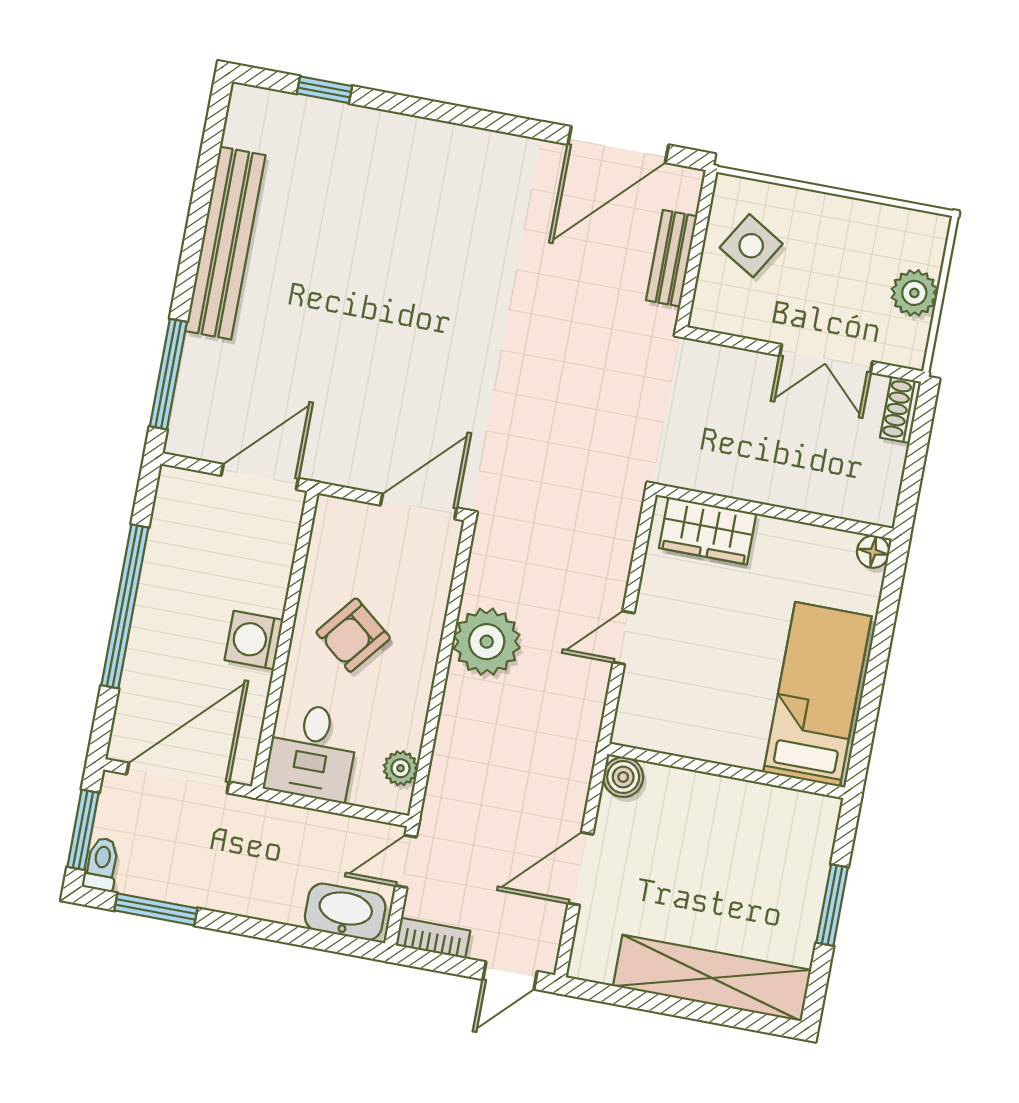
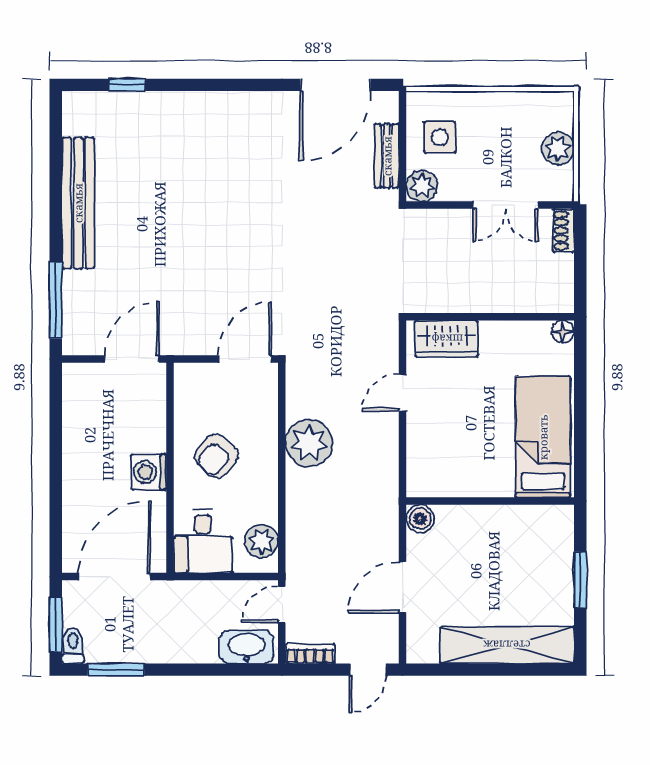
side table: (751, 246) -> (440, 137), turned -31
plant: (713, 309) -> (422, 186), added
window: (125, 606) -> (56, 465), removed
door: (624, 638) -> (403, 393), moved
plant: (401, 768) -> (262, 541), width x1.38, depth x1.38

